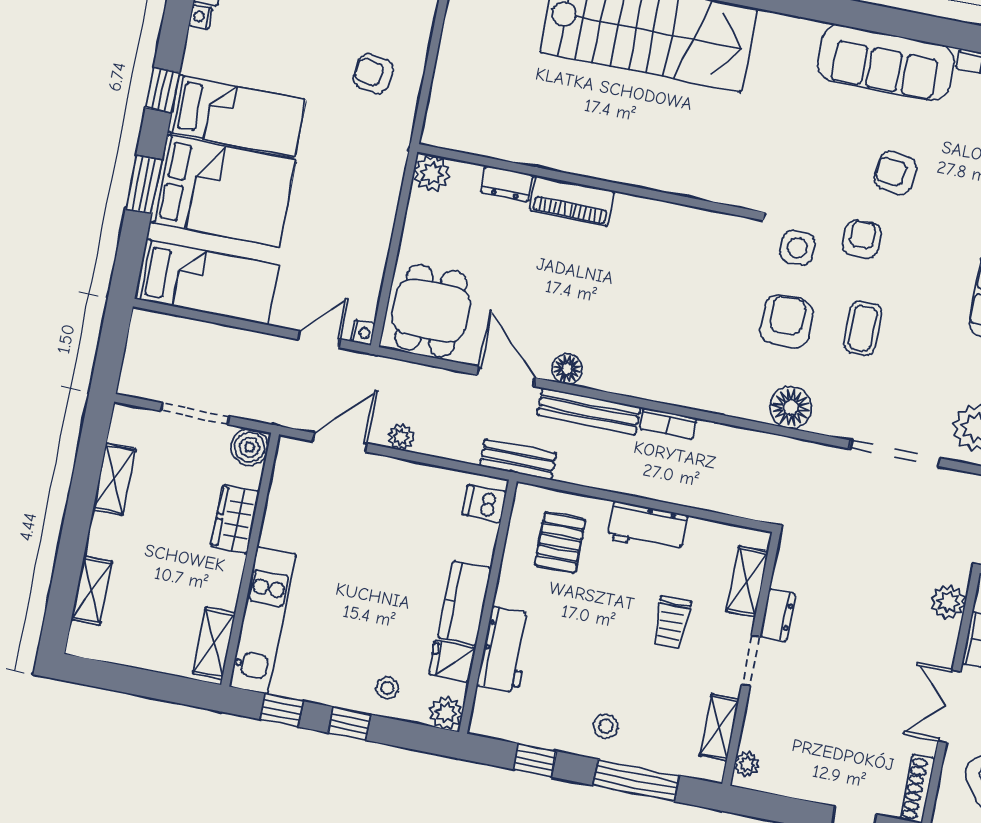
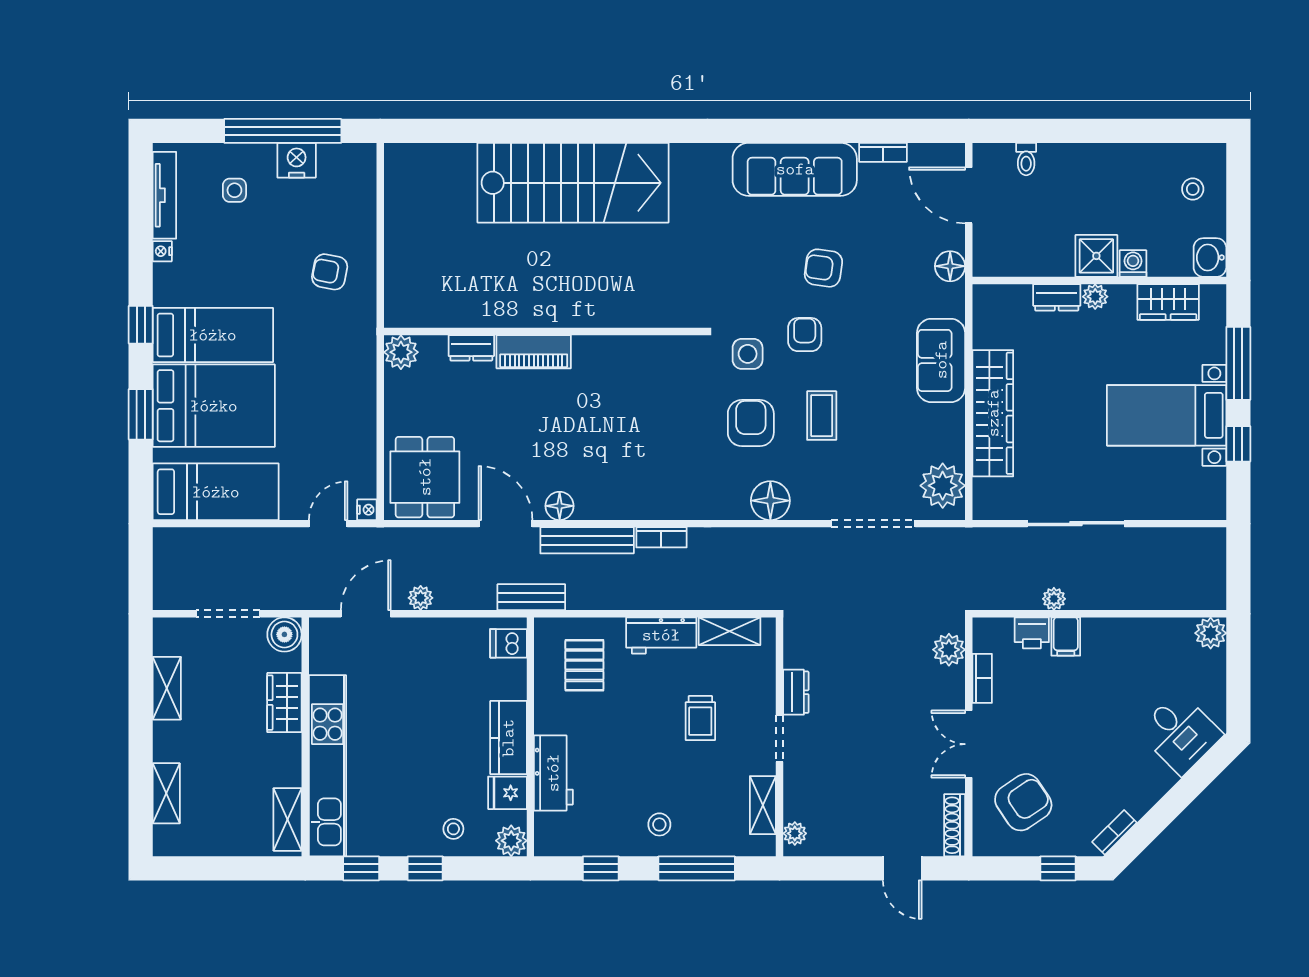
shelving: (747, 581) -> (730, 631), moved, turned 90
kitchen unit: (263, 620) -> (328, 766), width x1.36

